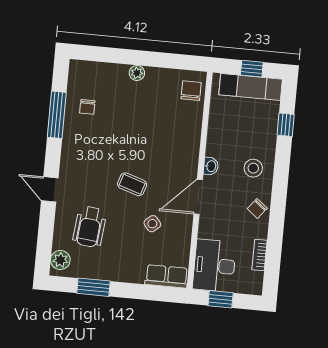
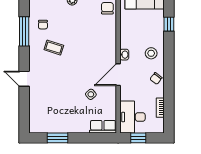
coffee table: (132, 184) -> (54, 48), moved
wheelchair: (90, 227) -> (52, 100), removed
plant: (60, 260) -> (35, 123), removed

